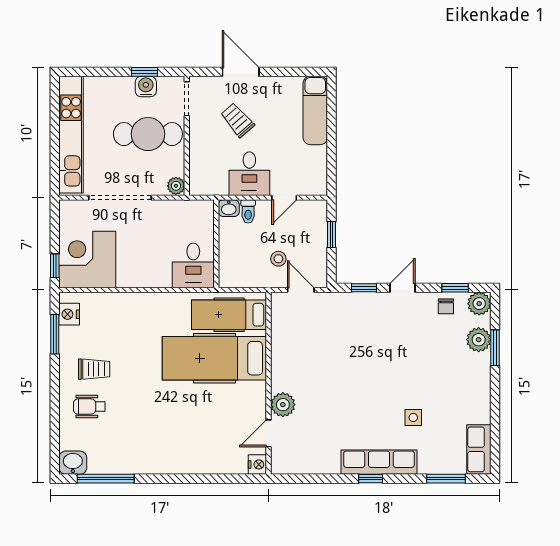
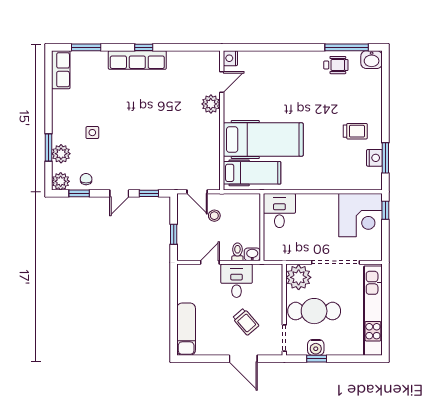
plant: (176, 186) -> (299, 277), width x1.87, depth x1.87
nightstand: (69, 314) -> (374, 158), moved
trolley: (94, 369) -> (355, 131), turned 180
wheelchair: (89, 406) -> (336, 65), moved
side table: (413, 418) -> (92, 133), moved

